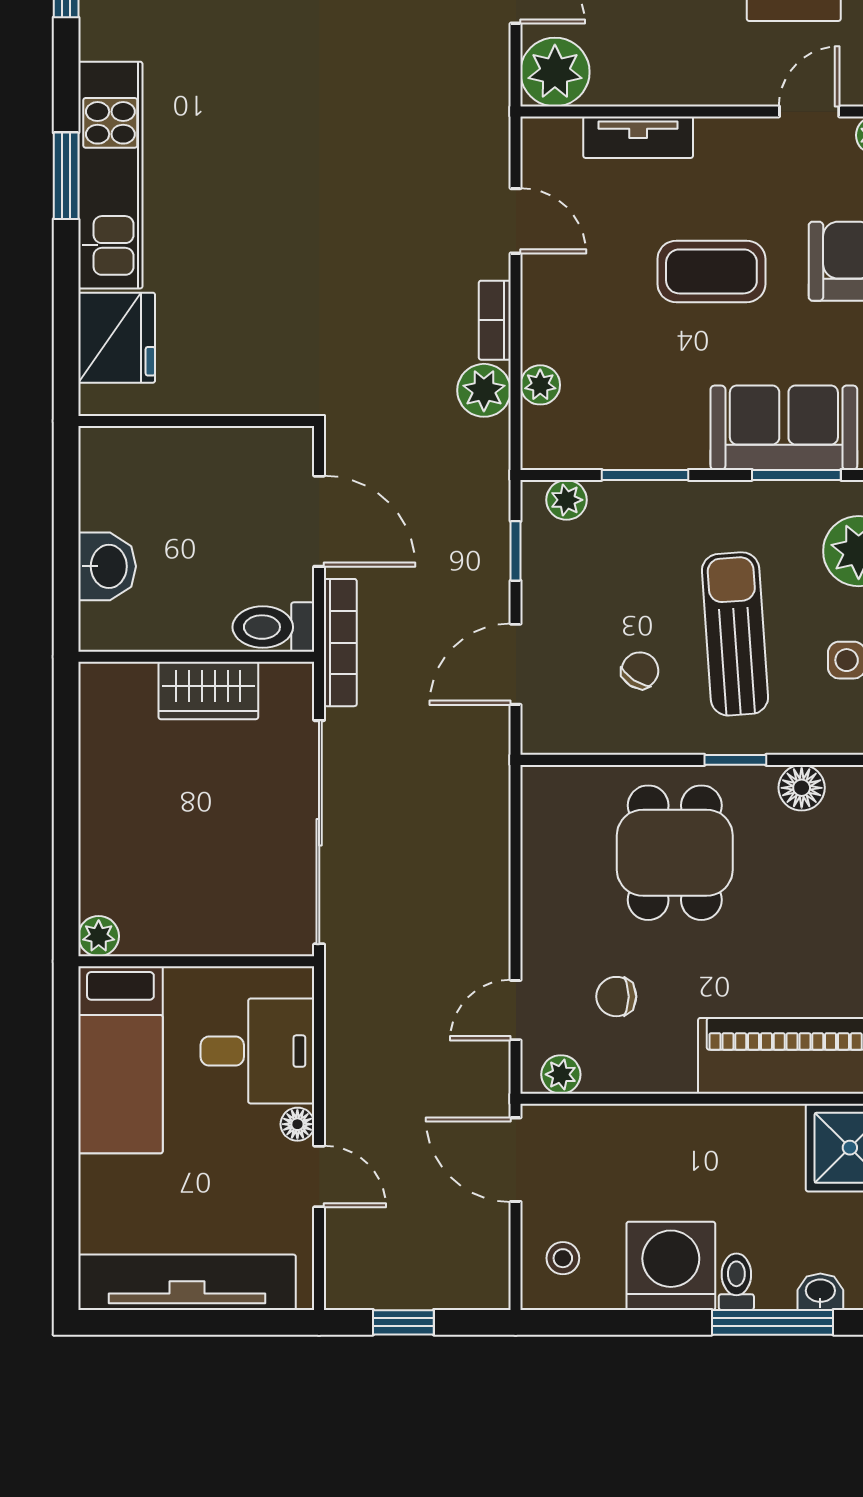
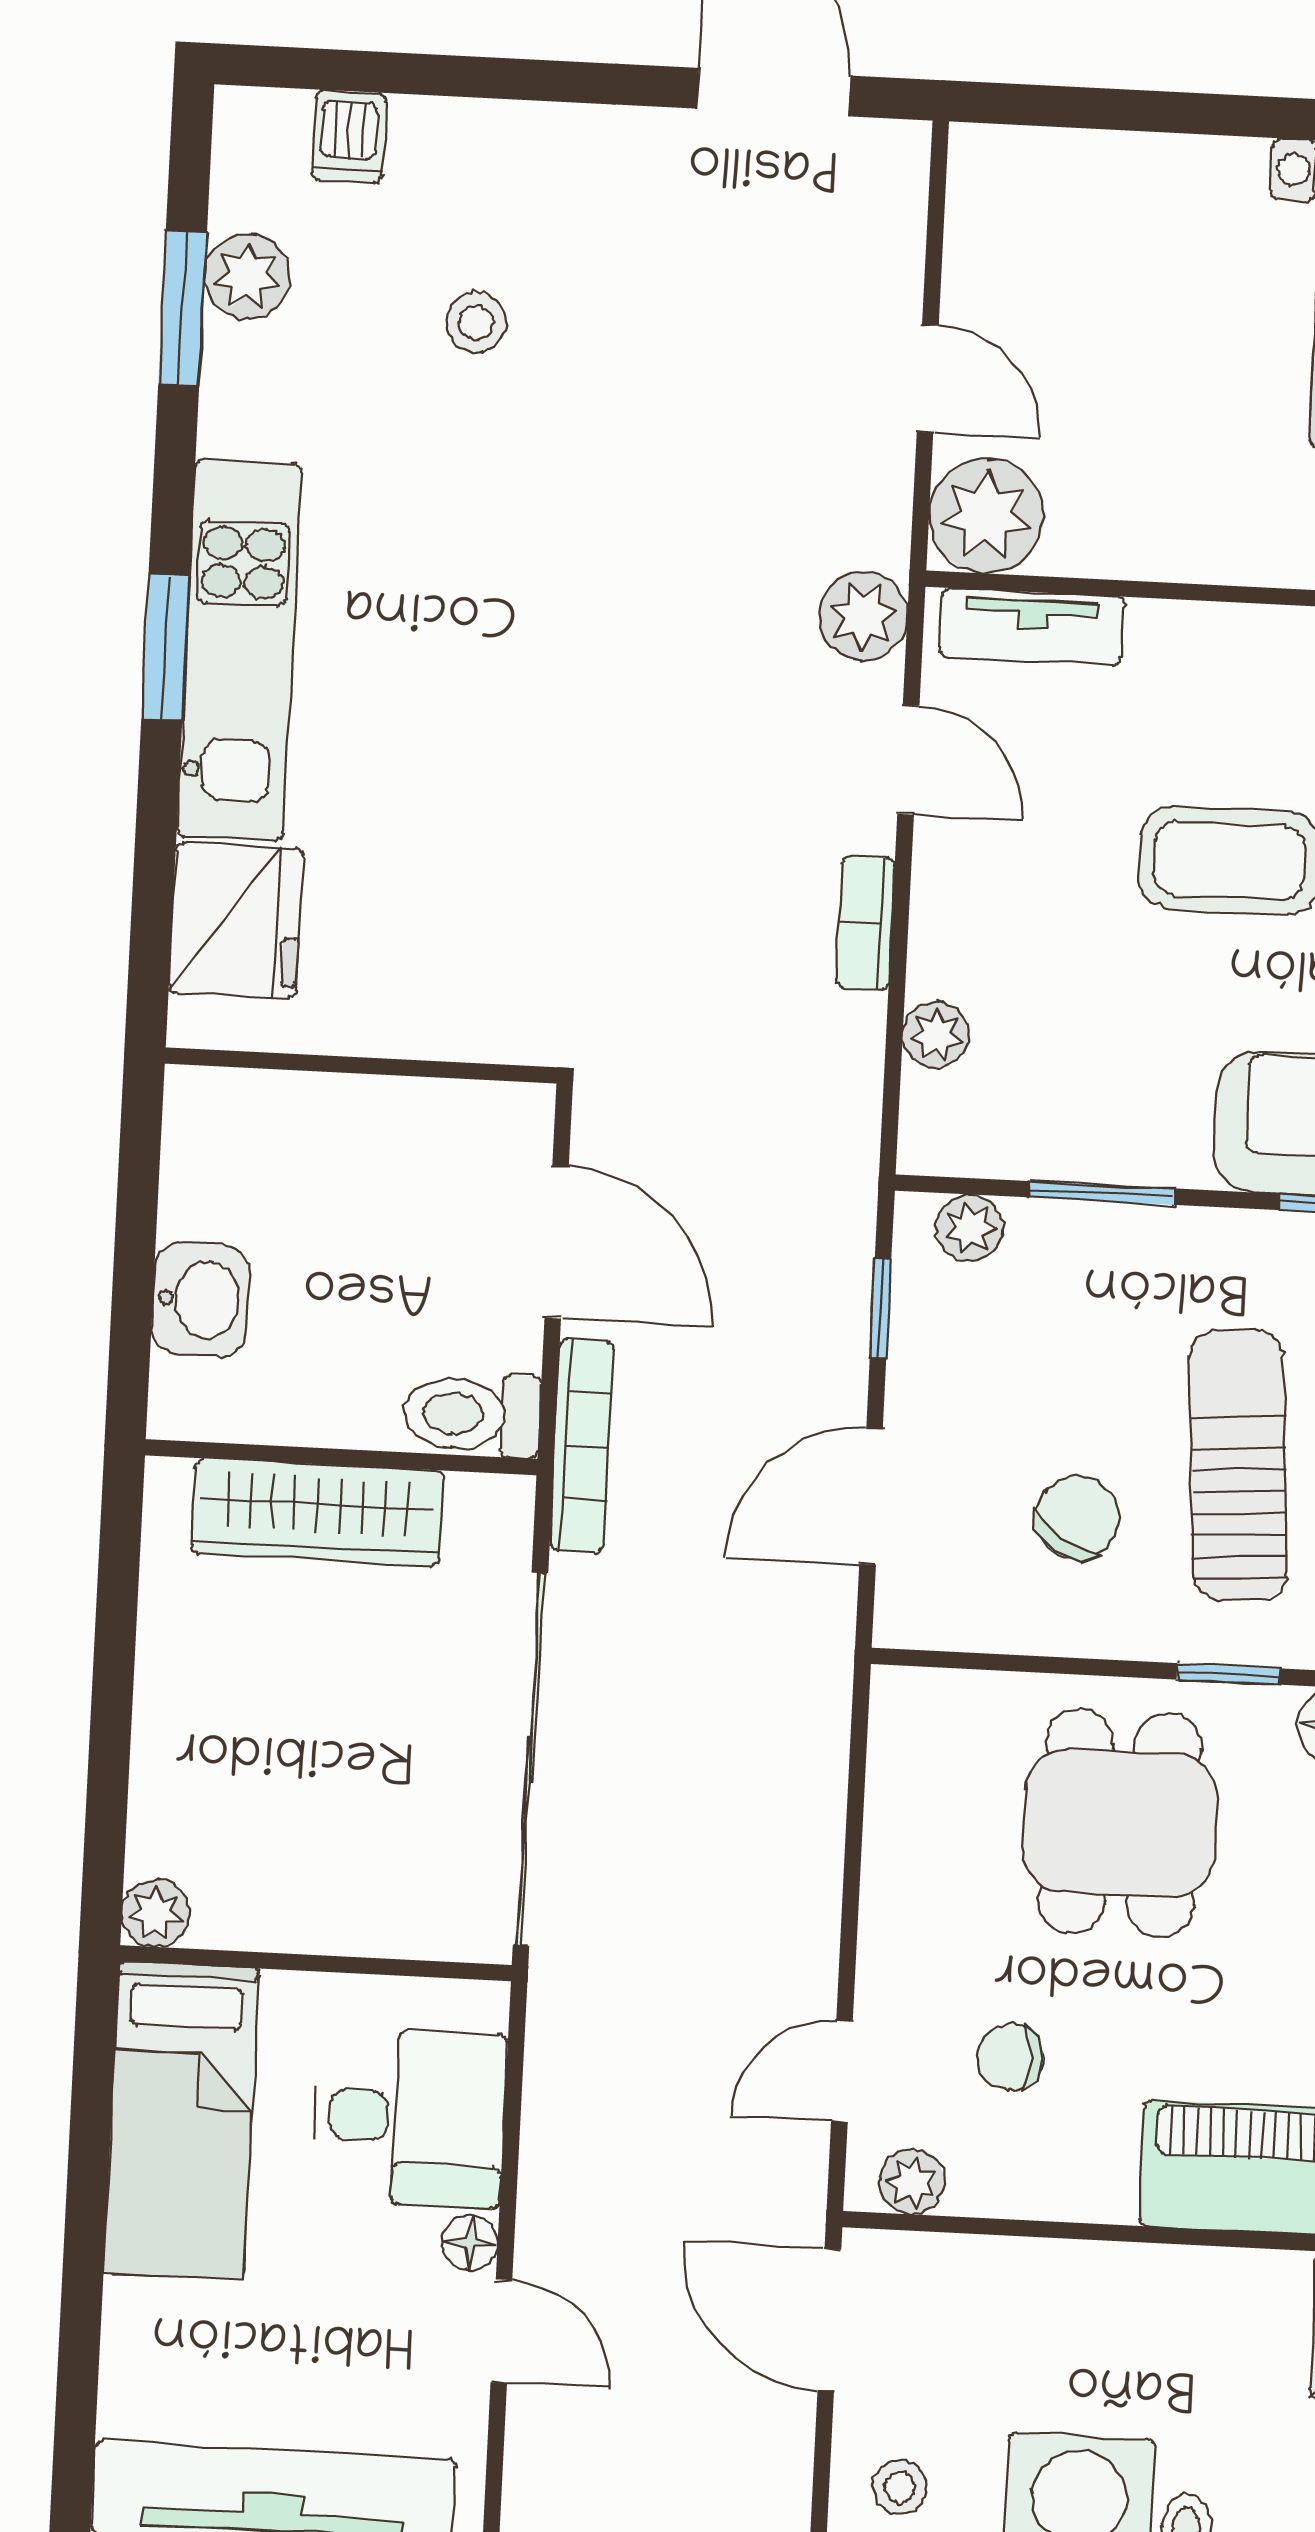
tv unit: (638, 137) -> (1032, 627), moved
plant: (484, 390) -> (863, 616), moved
chair: (640, 670) -> (1077, 1517), width x1.37, depth x1.37
wardrobe: (208, 690) -> (317, 1512), width x1.50

